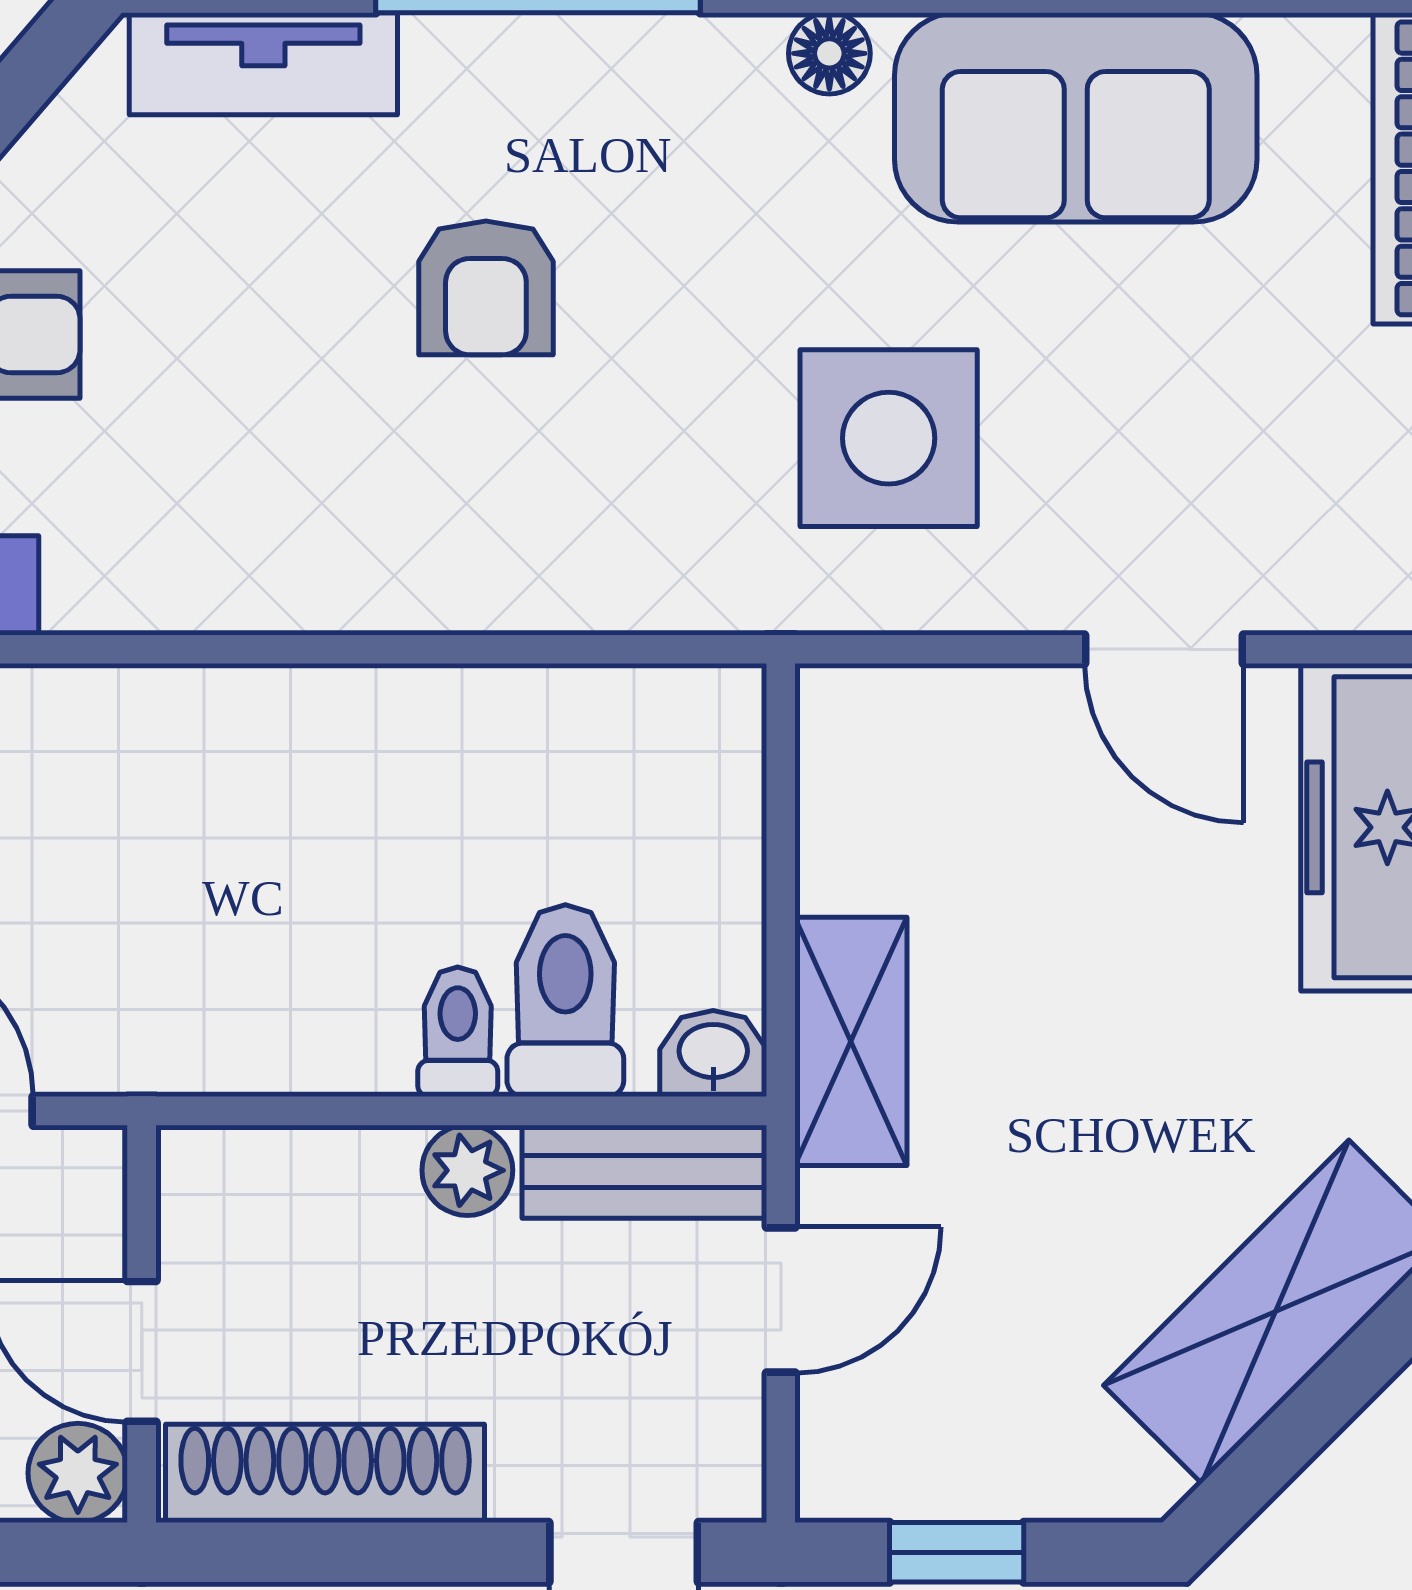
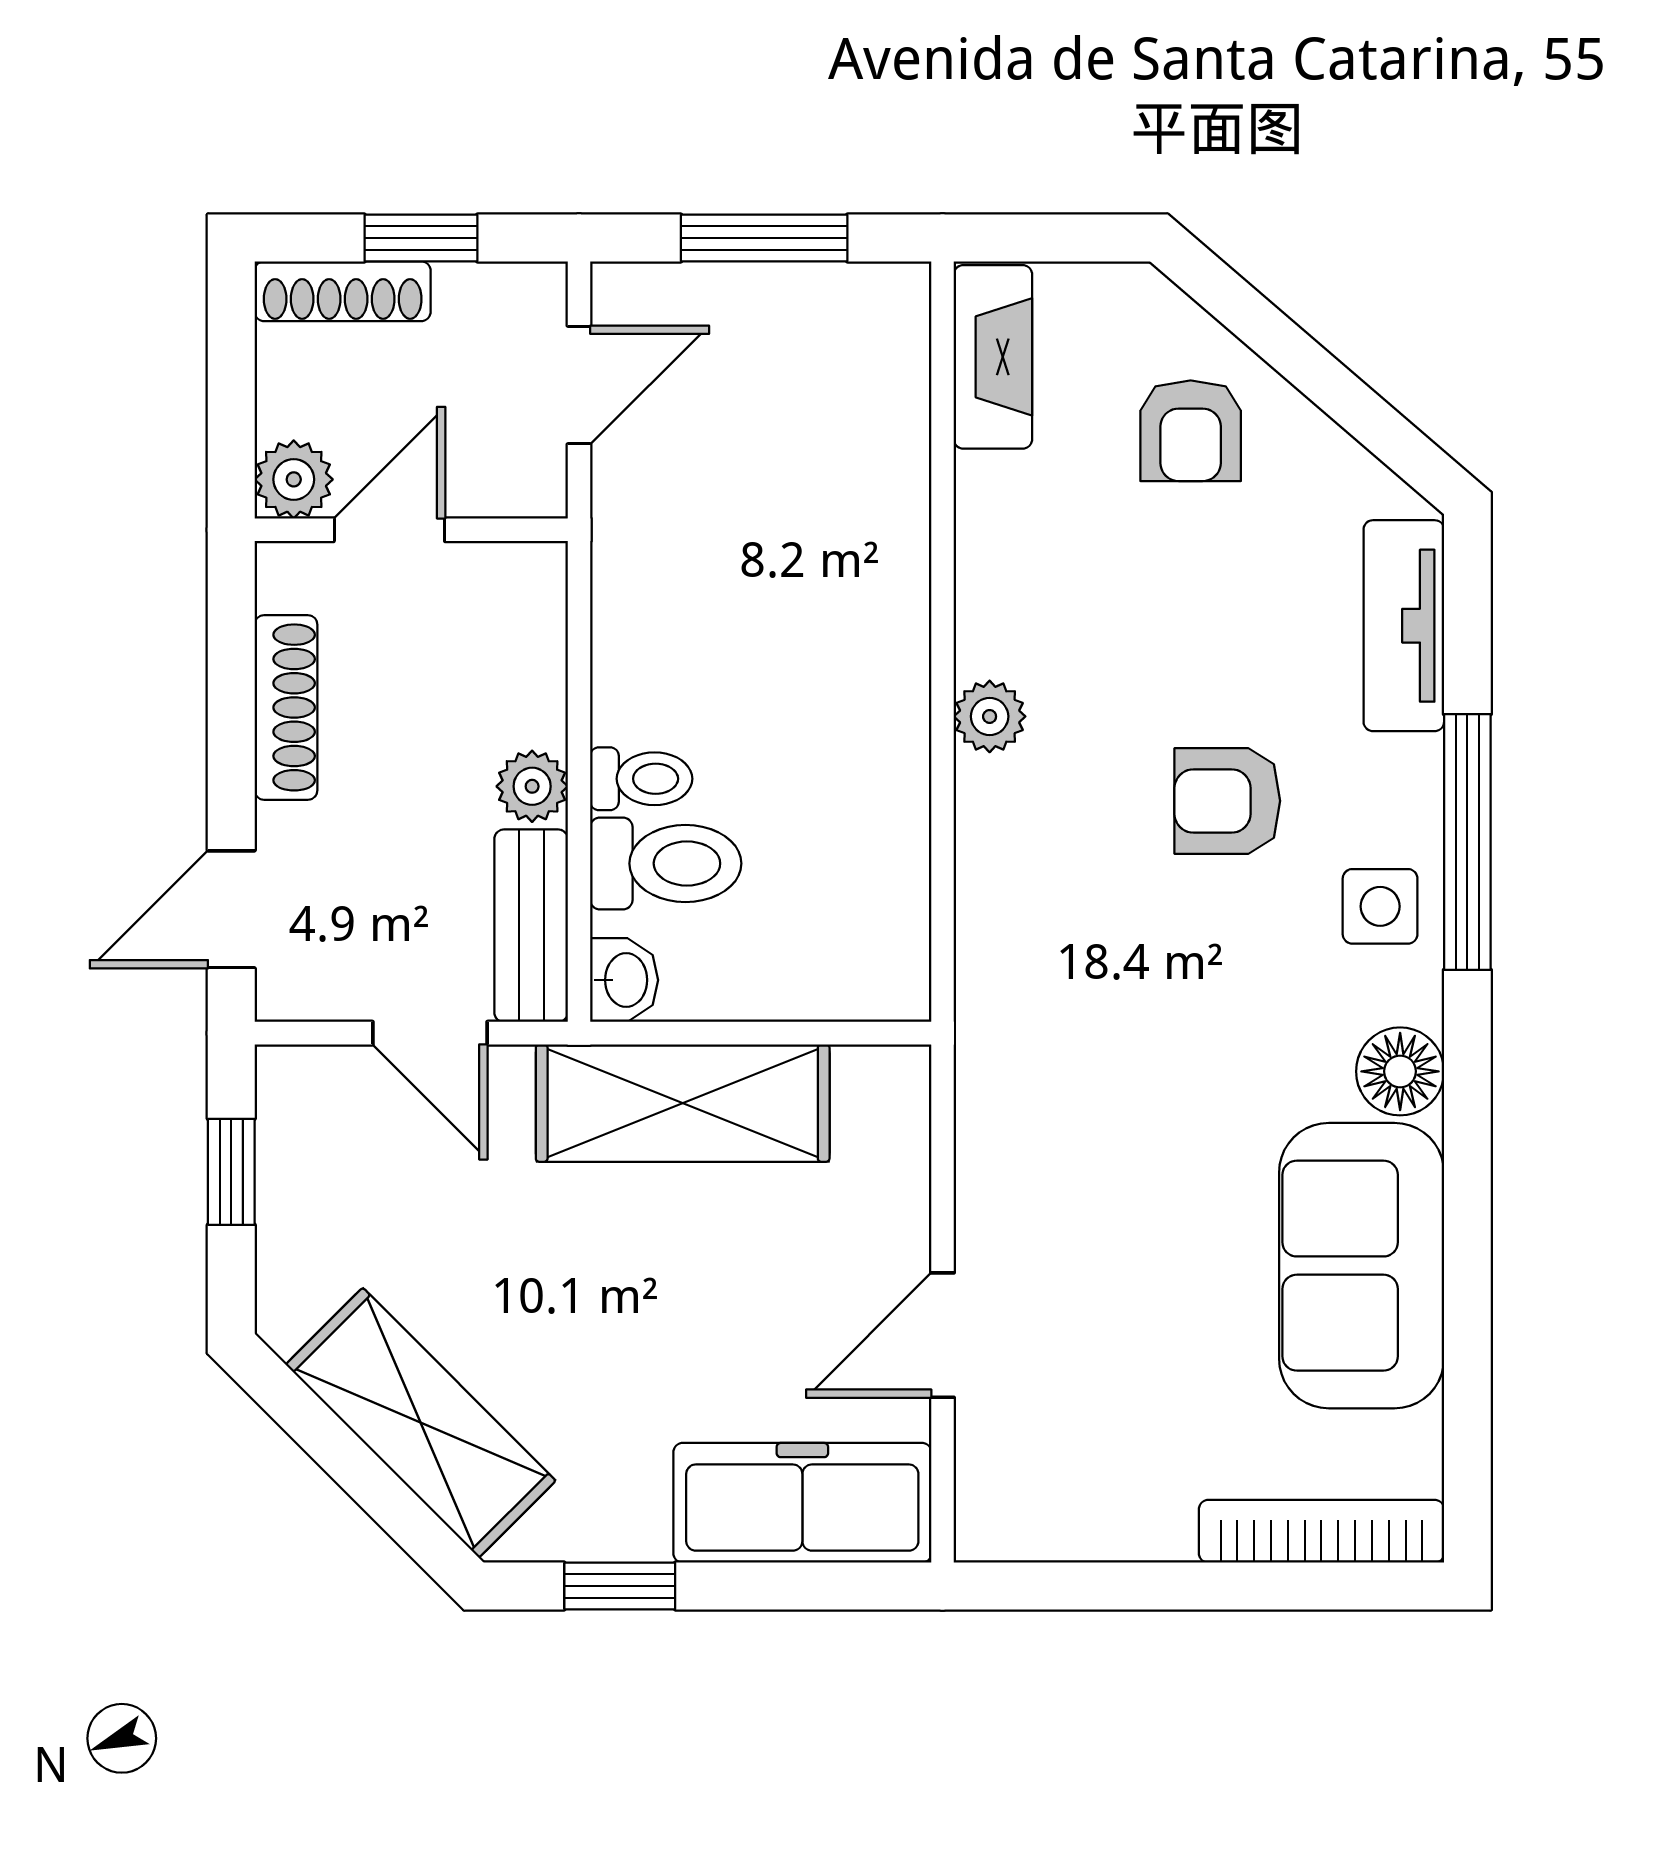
floor lamp: (829, 53) -> (1400, 1071), width x1.37, depth x1.37
side table: (889, 438) -> (1380, 906), moved, width x0.54, depth x0.54
plant: (379, 590) -> (990, 716), added
shelving: (851, 1041) -> (683, 1103), width x1.50, depth x1.33
shoe rack: (325, 1473) -> (286, 707), width x0.74, depth x0.81

